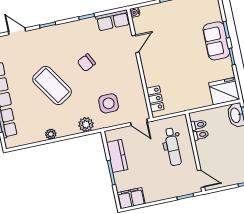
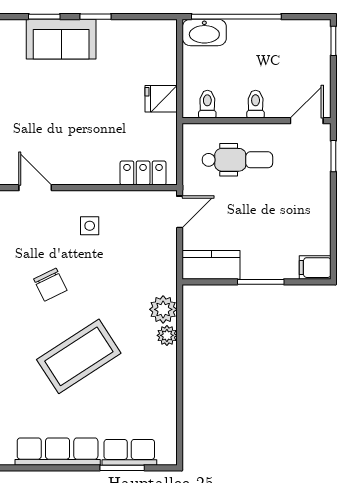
fridge: (224, 91) -> (161, 99), moved, width x0.53, depth x0.75
side table: (109, 103) -> (90, 226), moved, width x0.54, depth x0.54
plant: (51, 134) -> (167, 335), moved
toilet: (201, 135) -> (256, 104), moved
kitchen counter: (117, 156) -> (211, 265), moved
filing cabinet: (131, 198) -> (315, 268), width x0.50

